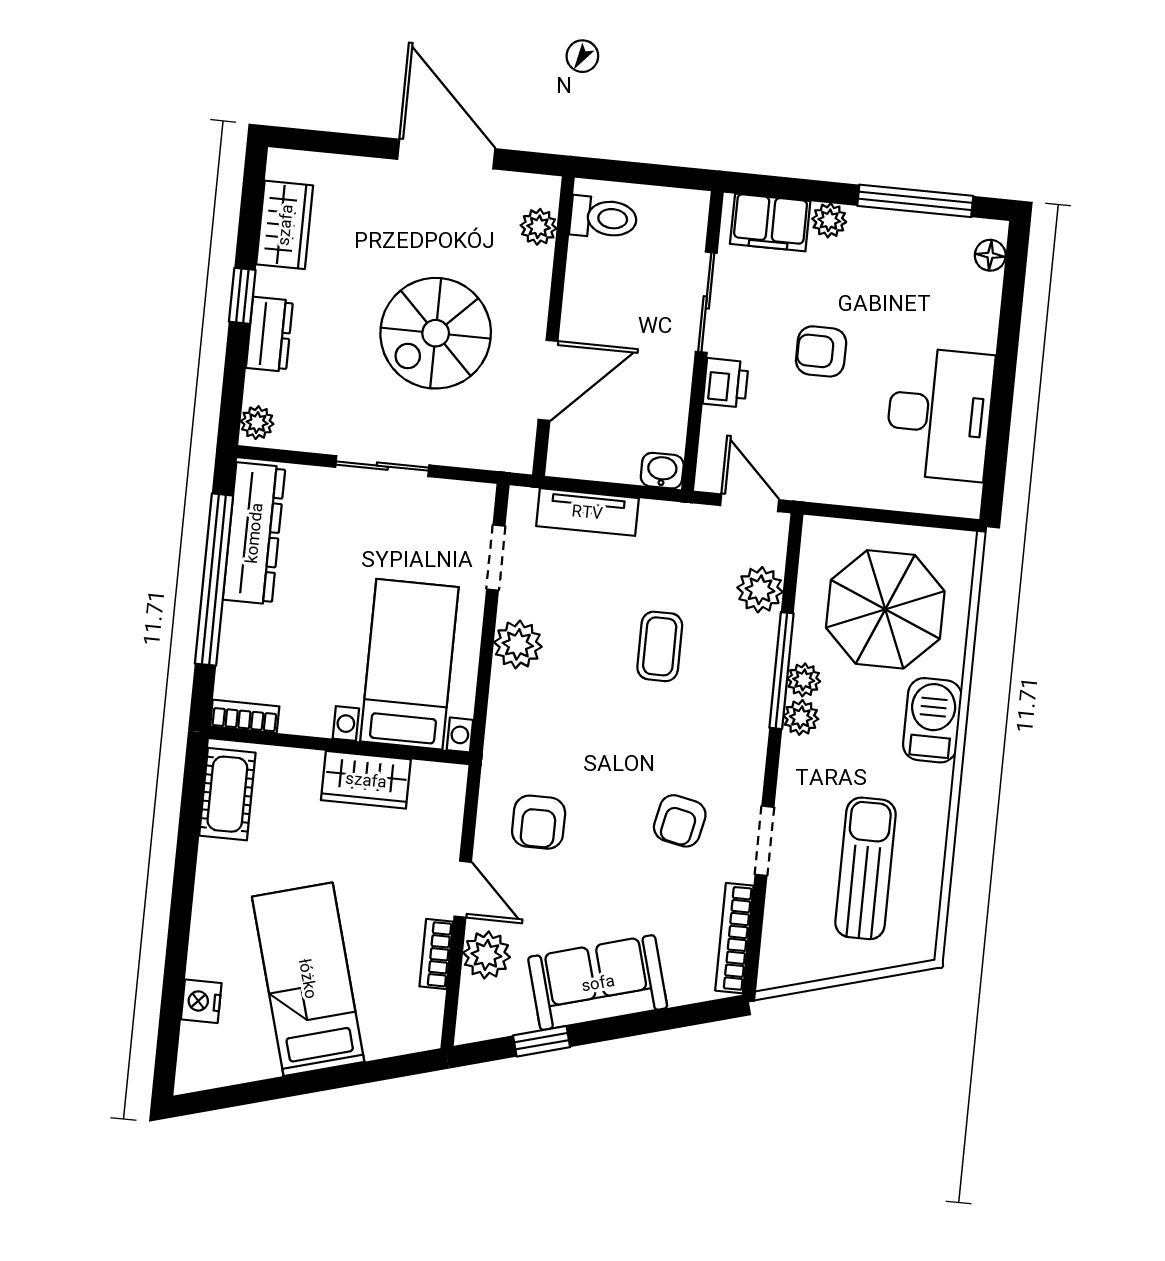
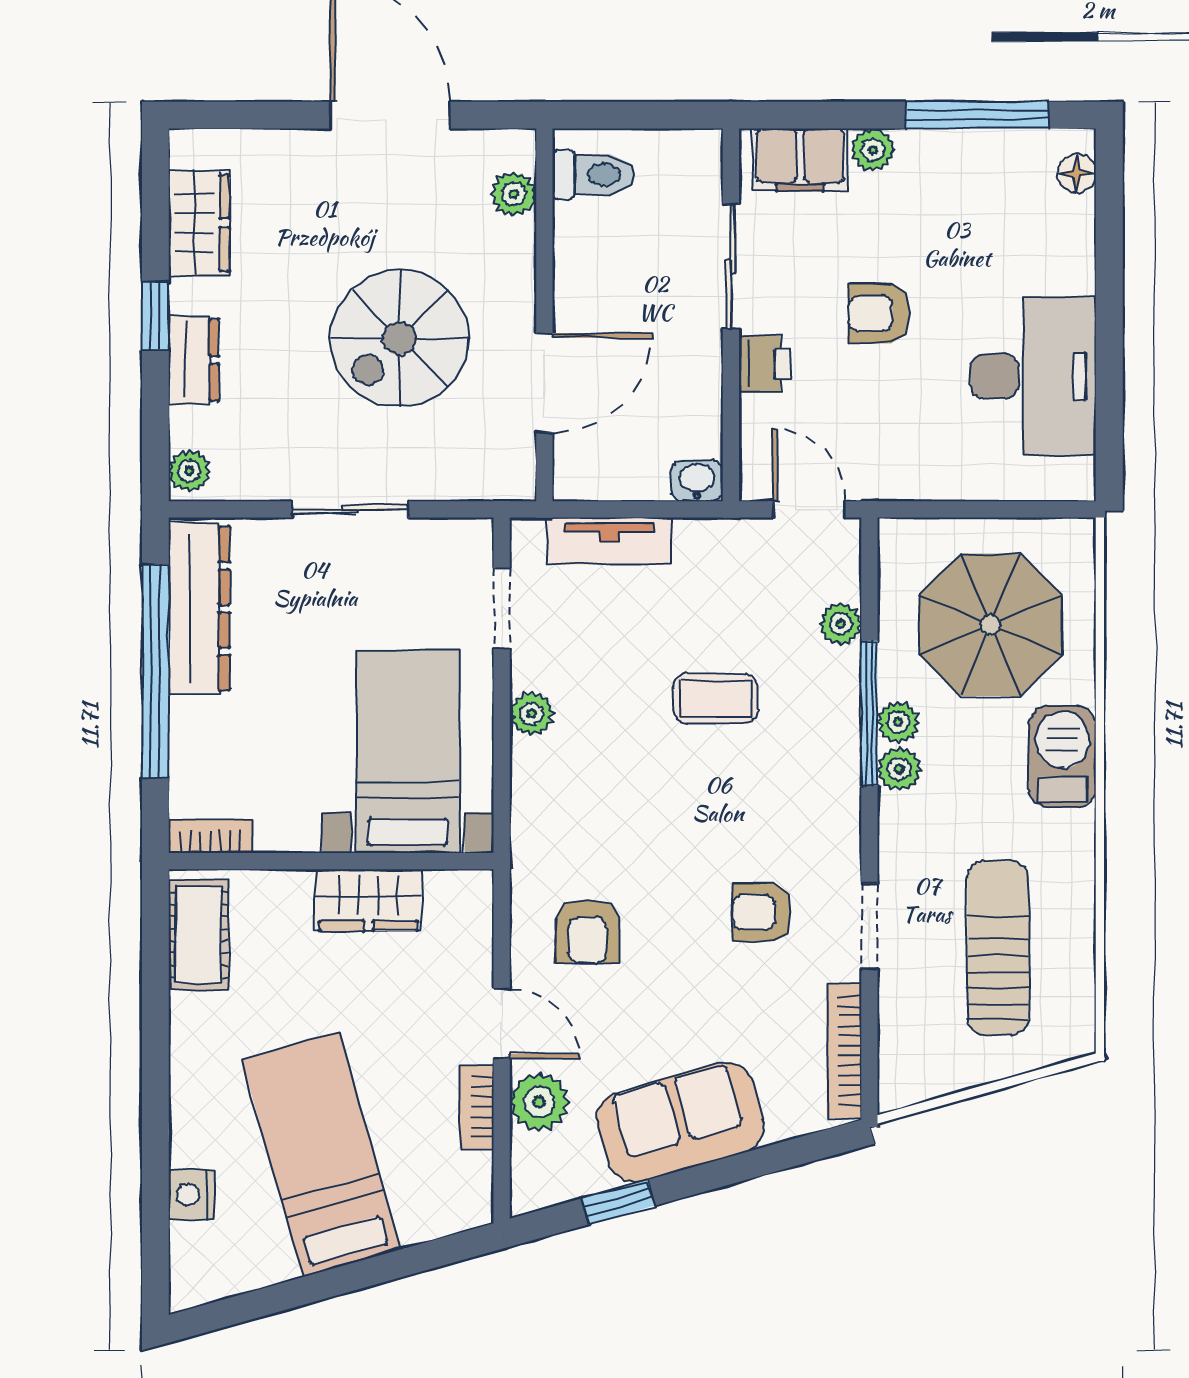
plant: (760, 590) -> (841, 624), width x0.73, depth x0.73
plant: (518, 644) -> (532, 714), width x0.73, depth x0.73
coffee table: (660, 646) -> (716, 698), turned 90
armchair: (680, 821) -> (762, 912), turned 78

